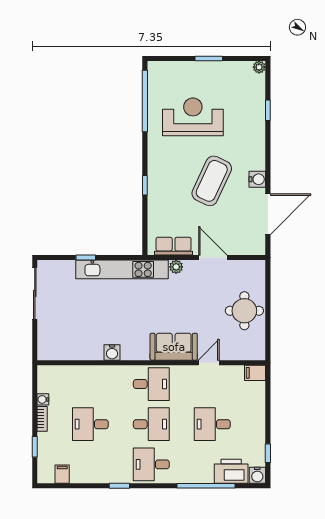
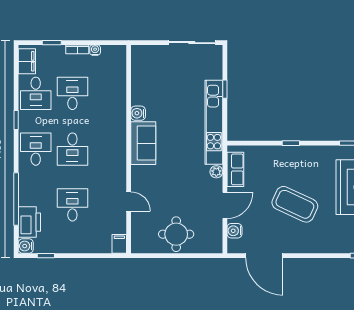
water cooler: (257, 179) -> (234, 231), moved, turned 90
sofa: (174, 347) -> (143, 143), moved
desk: (151, 384) -> (36, 93), moved
filing cabinet: (62, 474) -> (27, 61), width x2.00

